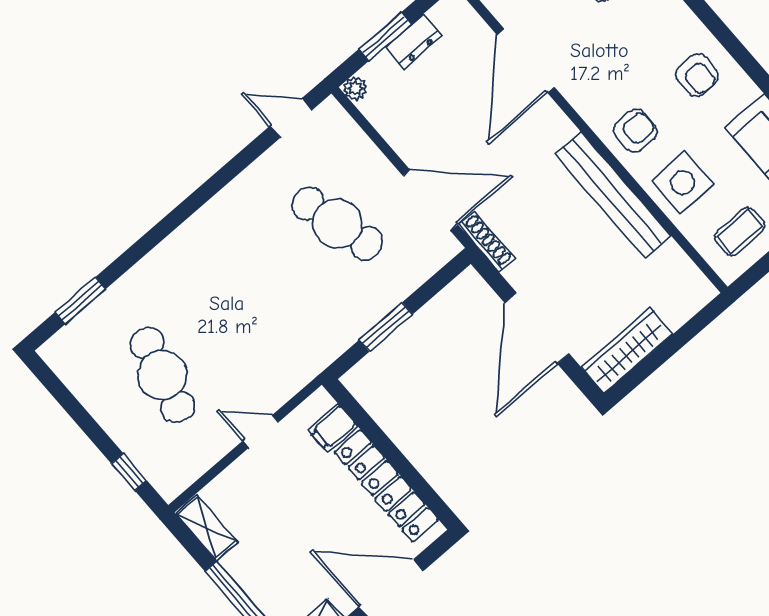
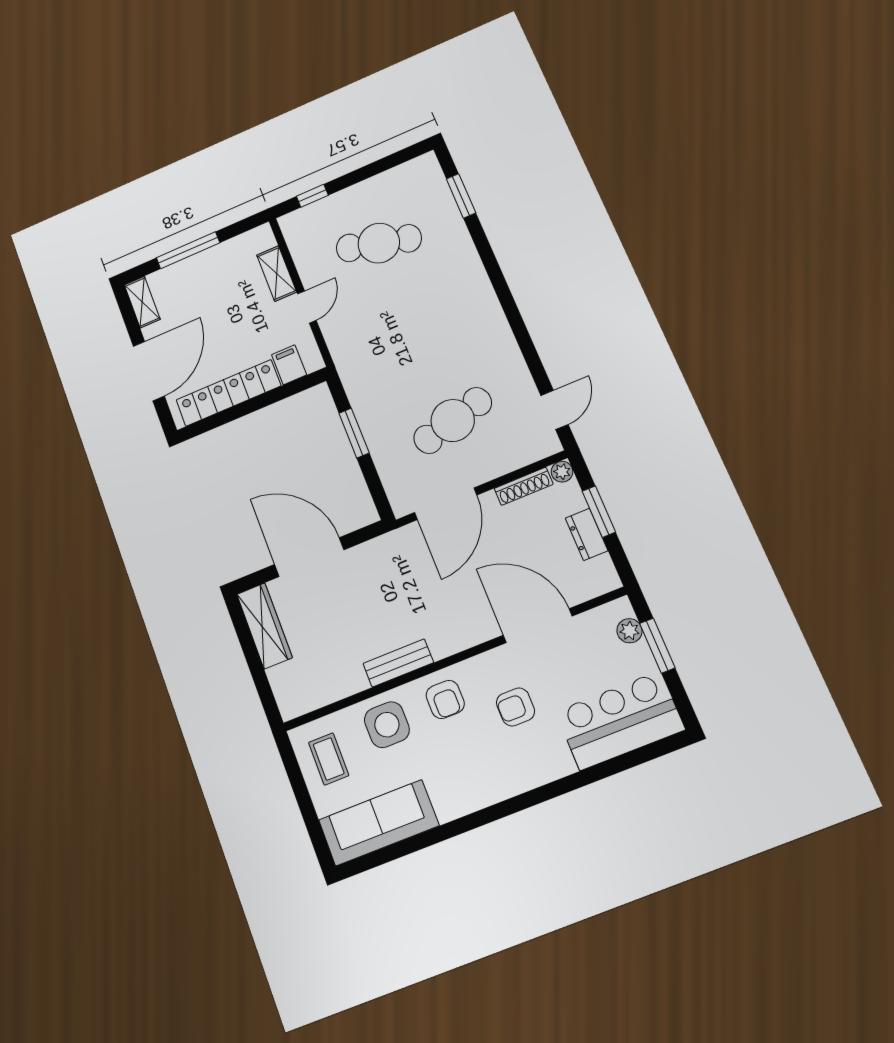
armchair: (697, 75) -> (516, 707), moved
bench: (613, 195) -> (398, 663), width x0.54, depth x0.82
shoe rack: (486, 242) -> (524, 486), moved
shelving: (206, 528) -> (277, 274), moved, turned 90

